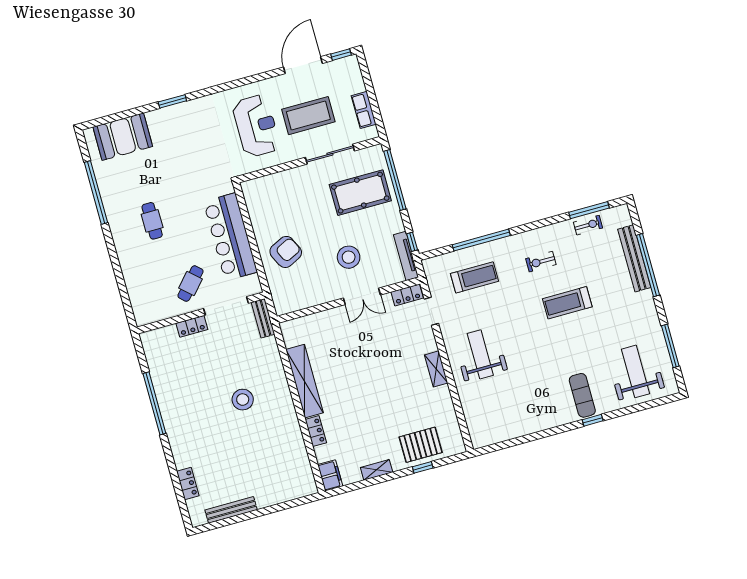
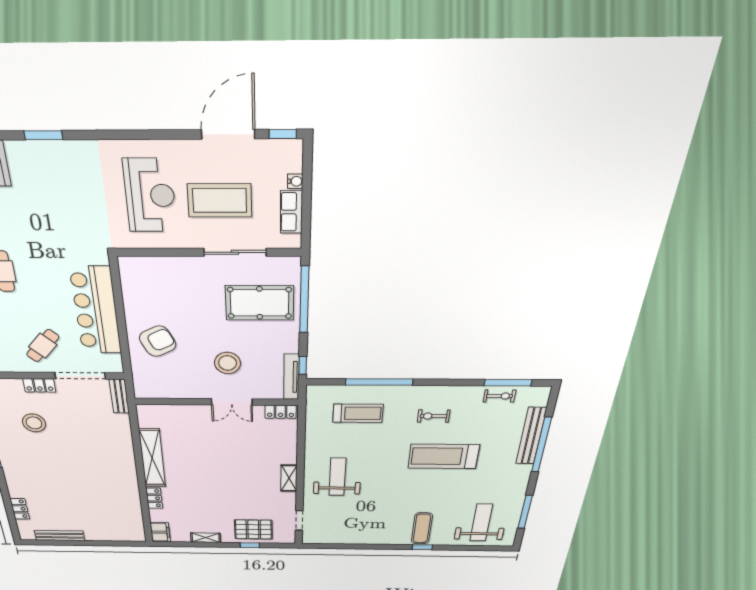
water cooler: (360, 86) -> (295, 181), added
treadmill: (567, 303) -> (443, 456), width x1.37, depth x1.38
doorway: (431, 311) -> (299, 521), moved
stool: (243, 400) -> (34, 423), moved

